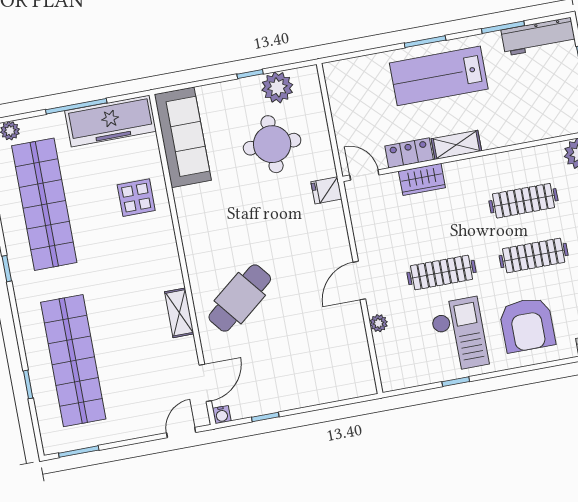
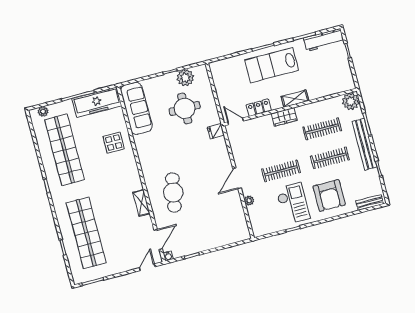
shelving: (456, 145) -> (295, 99), moved
wardrobe: (422, 179) -> (284, 117), moved
cafe table: (240, 298) -> (173, 193), turned -41

